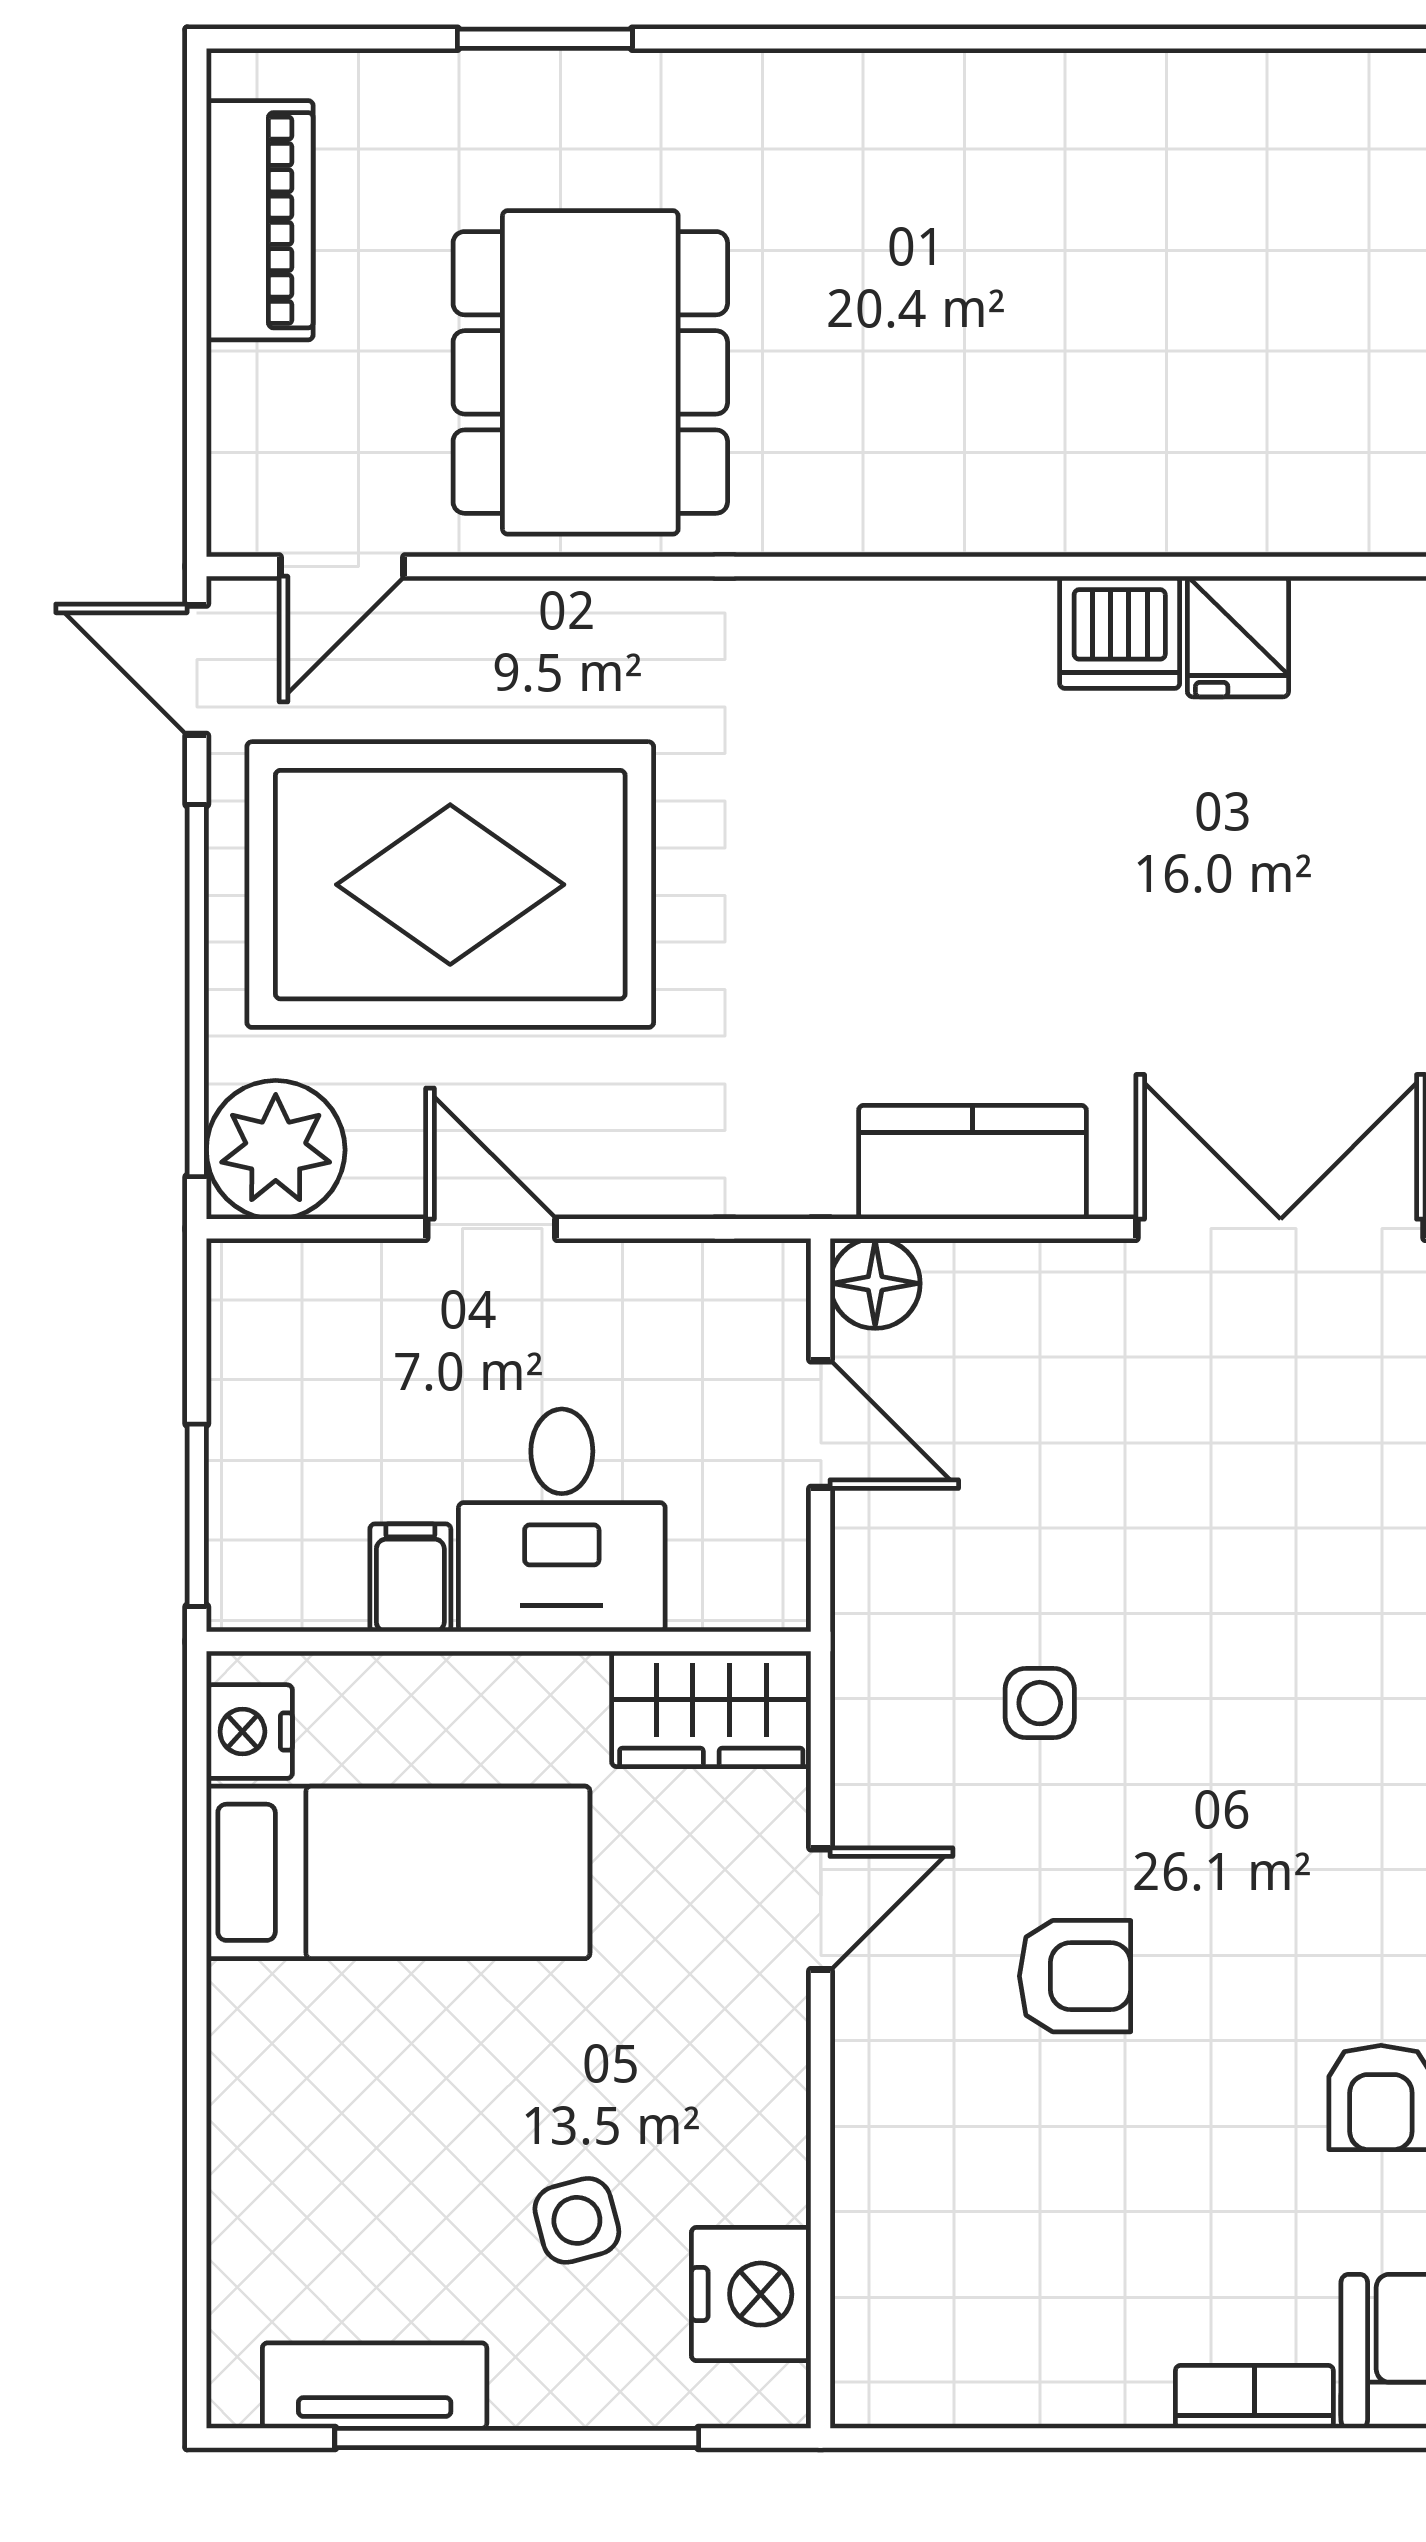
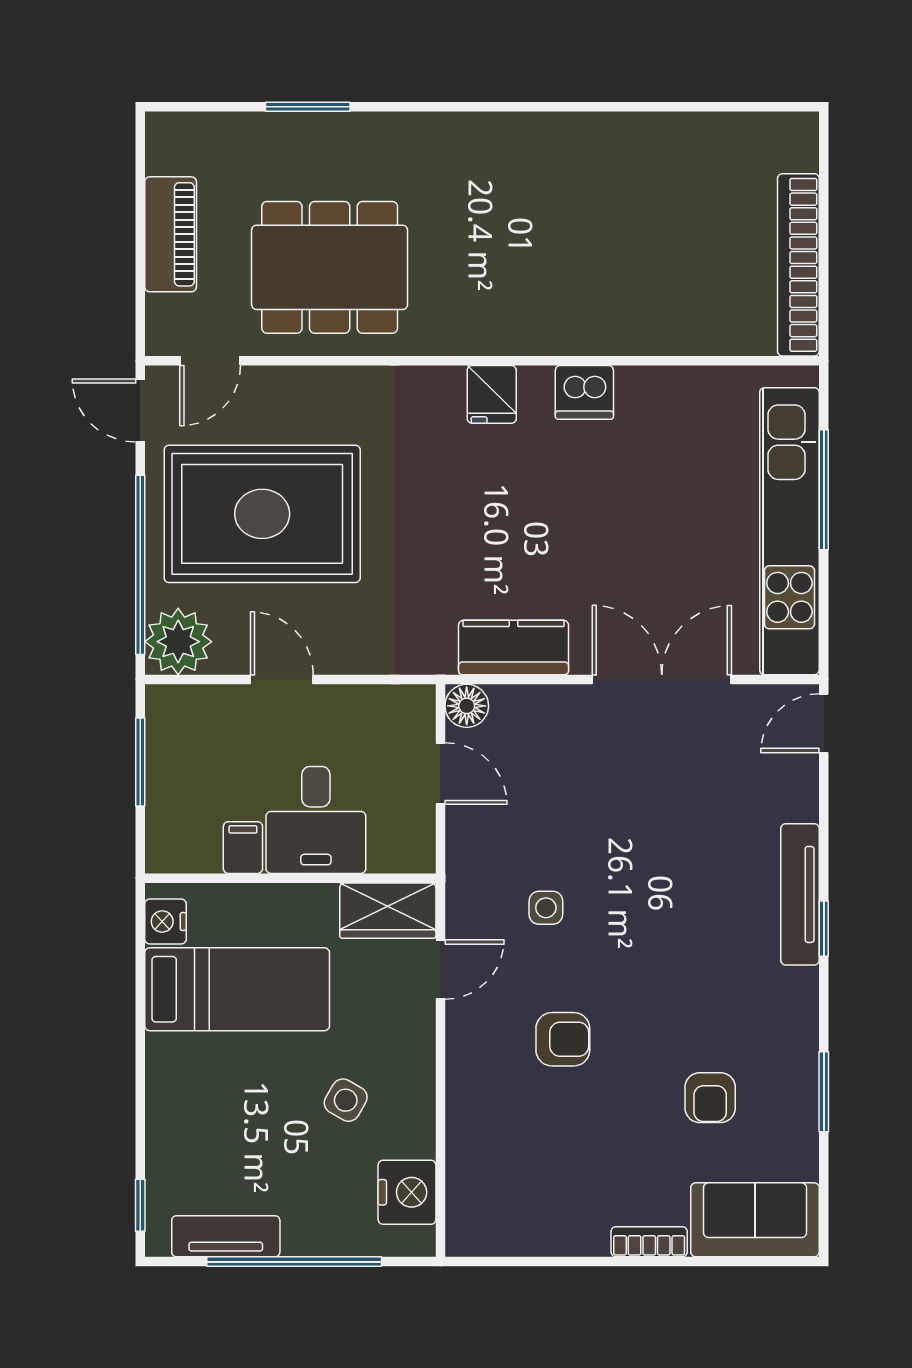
piano: (260, 220) -> (171, 234), moved
dining table: (590, 372) -> (330, 267), turned 90
fridge: (1238, 636) -> (492, 394), moved
window: (197, 1515) -> (140, 762), moved
door: (821, 1909) -> (440, 969), moved
side table: (577, 2220) -> (346, 1100), moved, turned 45
window: (197, 2321) -> (140, 1205), added

